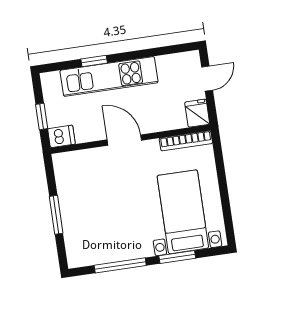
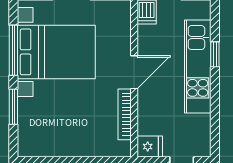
bookcase: (186, 141) -> (125, 114), moved
bed with nightstands: (183, 212) -> (56, 52), moved, width x1.36

